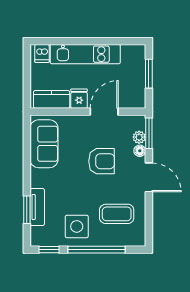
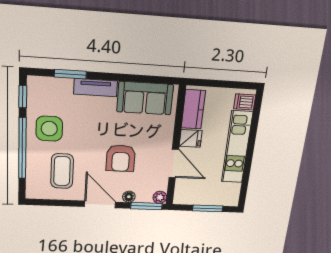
plant: (139, 137) -> (160, 197), moved
door: (149, 177) -> (100, 204), swing flipped
tv unit: (37, 207) -> (96, 88), moved

